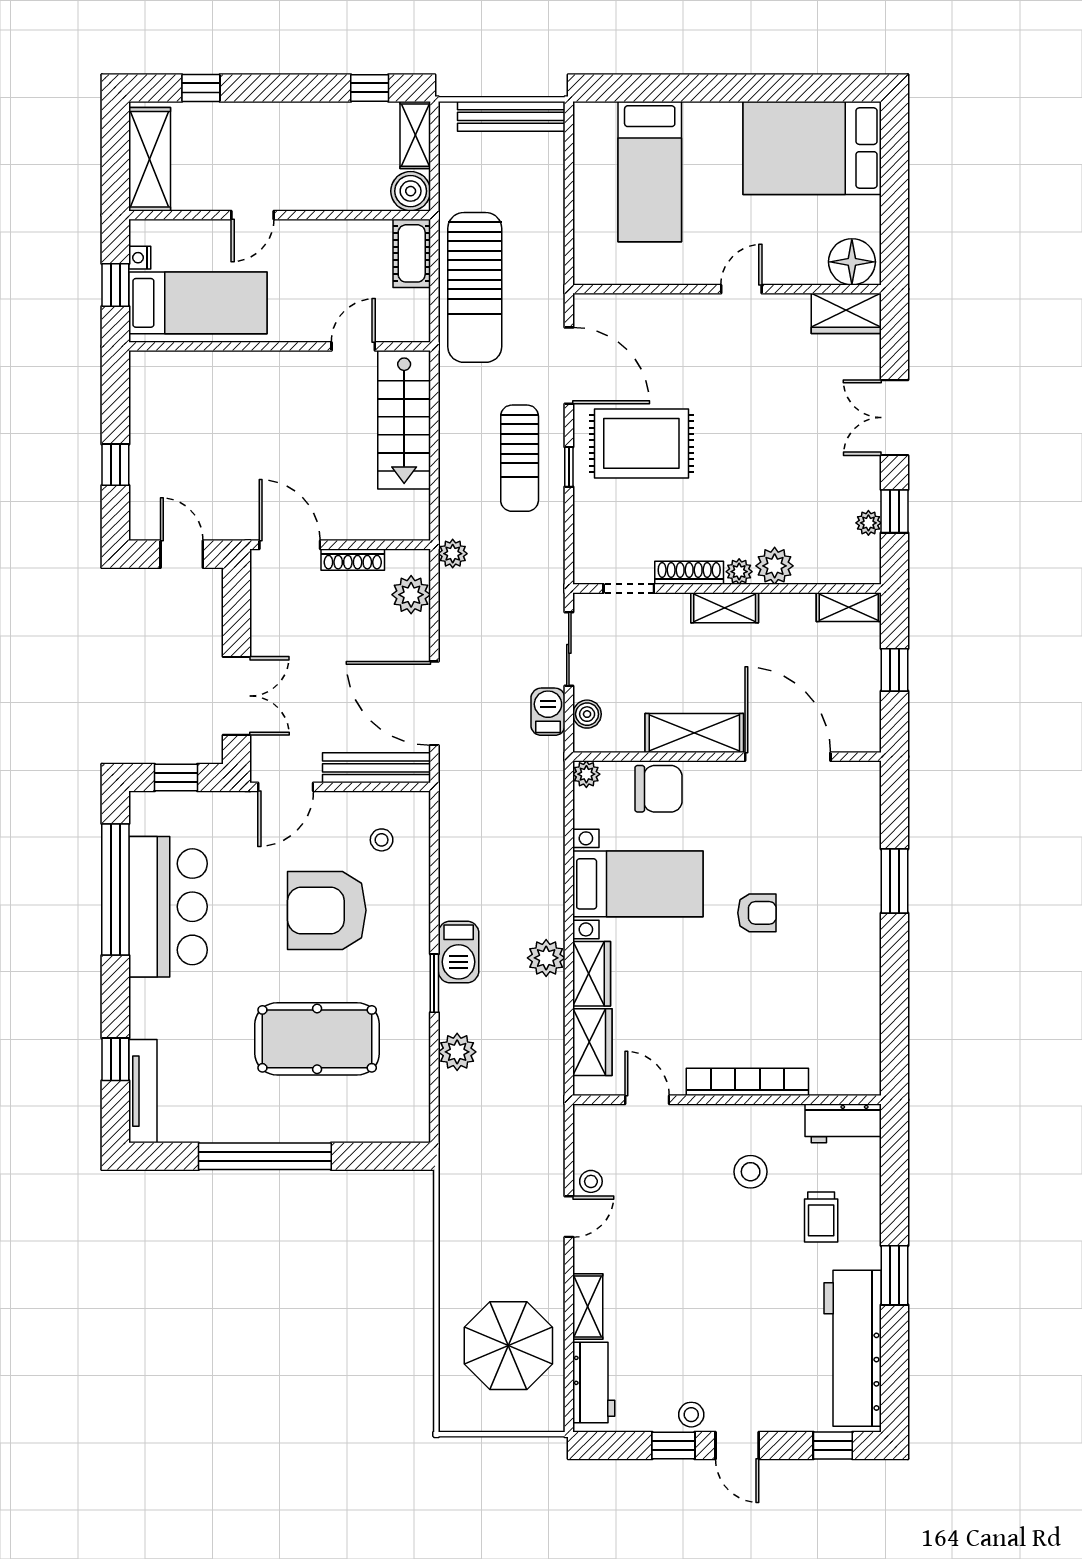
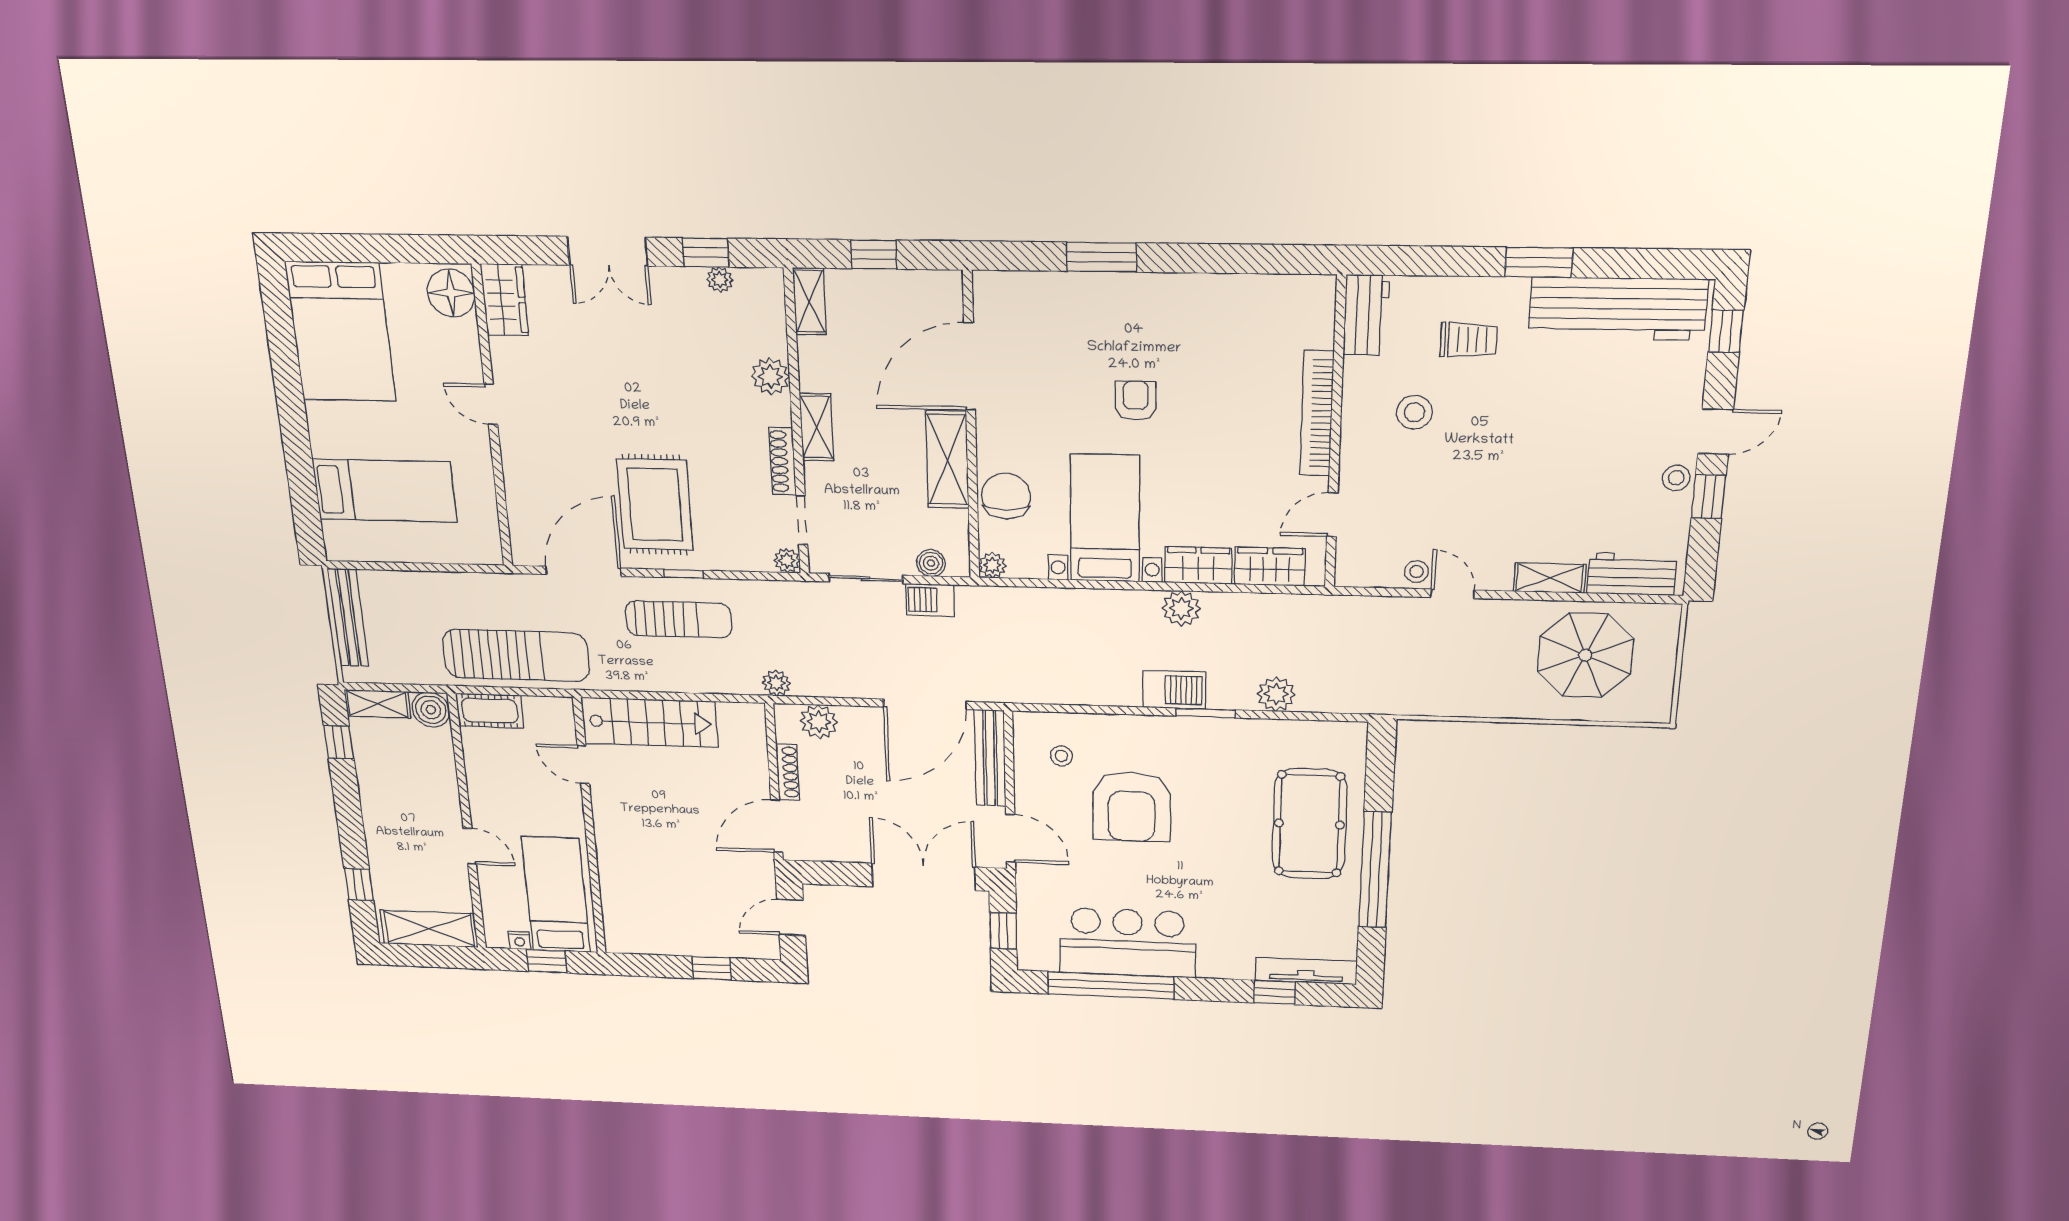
plant: (739, 572) -> (787, 561), moved
double door: (237, 696) -> (924, 877), width x1.37
pool table: (317, 1039) -> (1309, 824), moved

